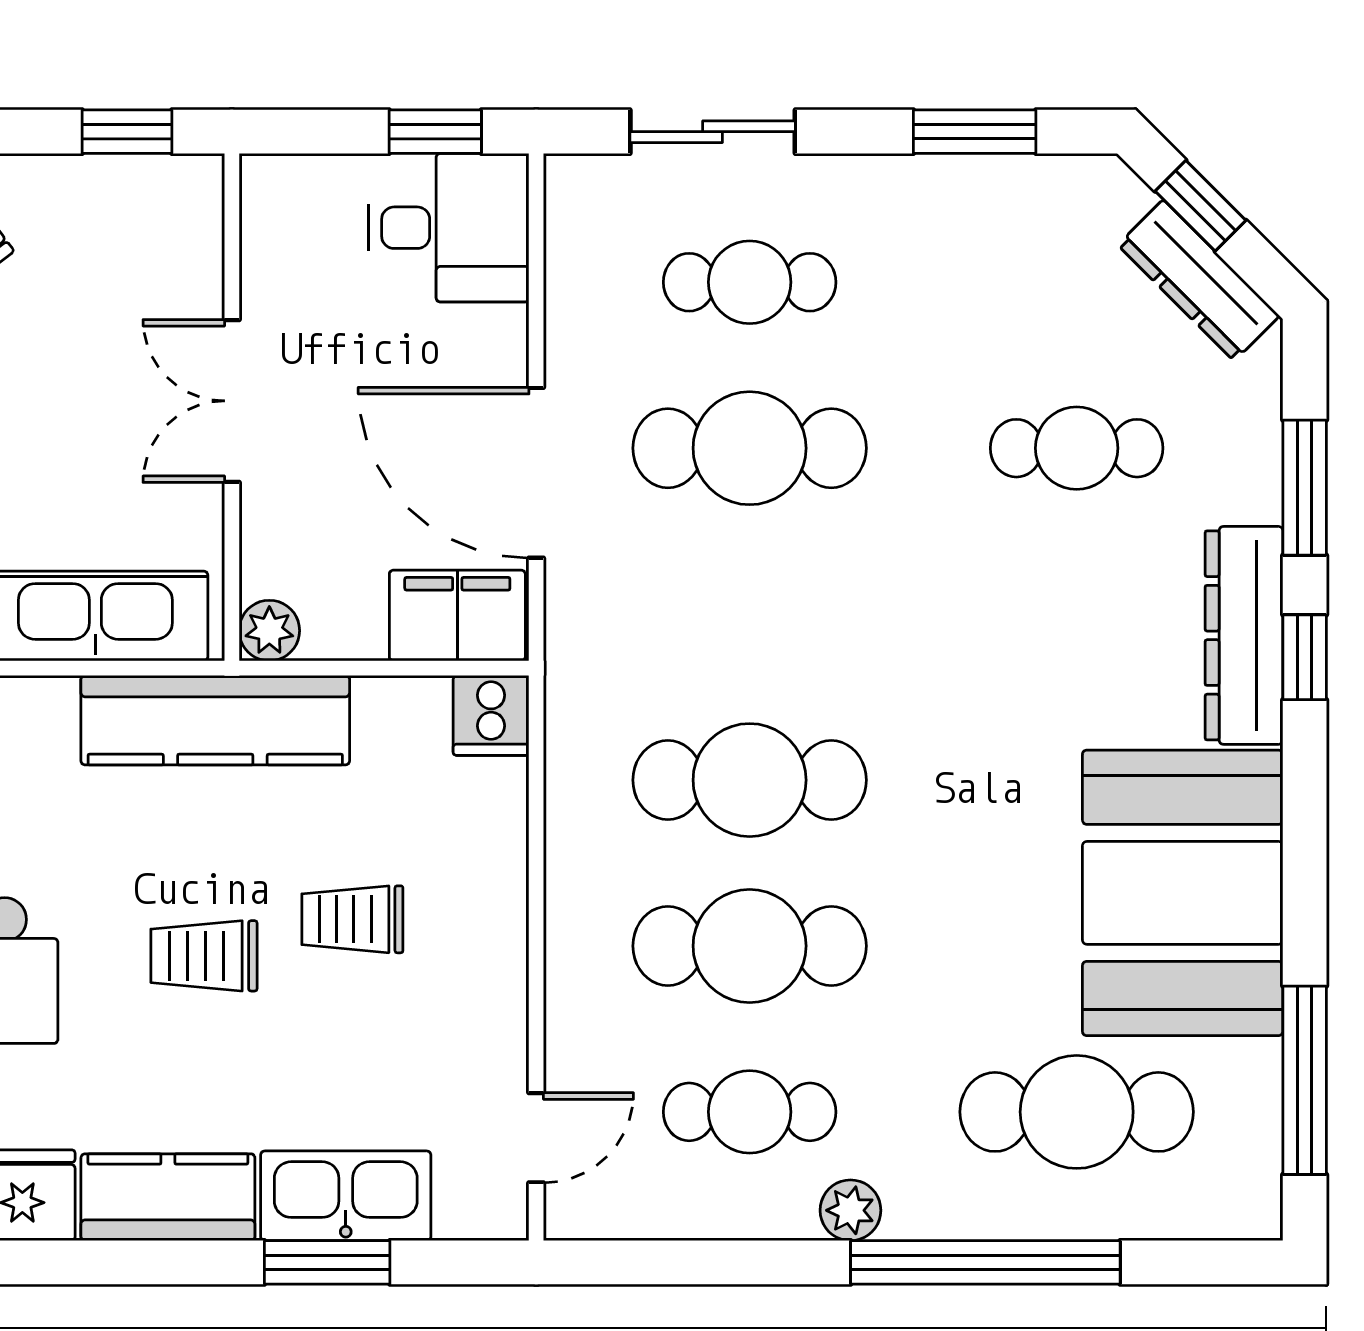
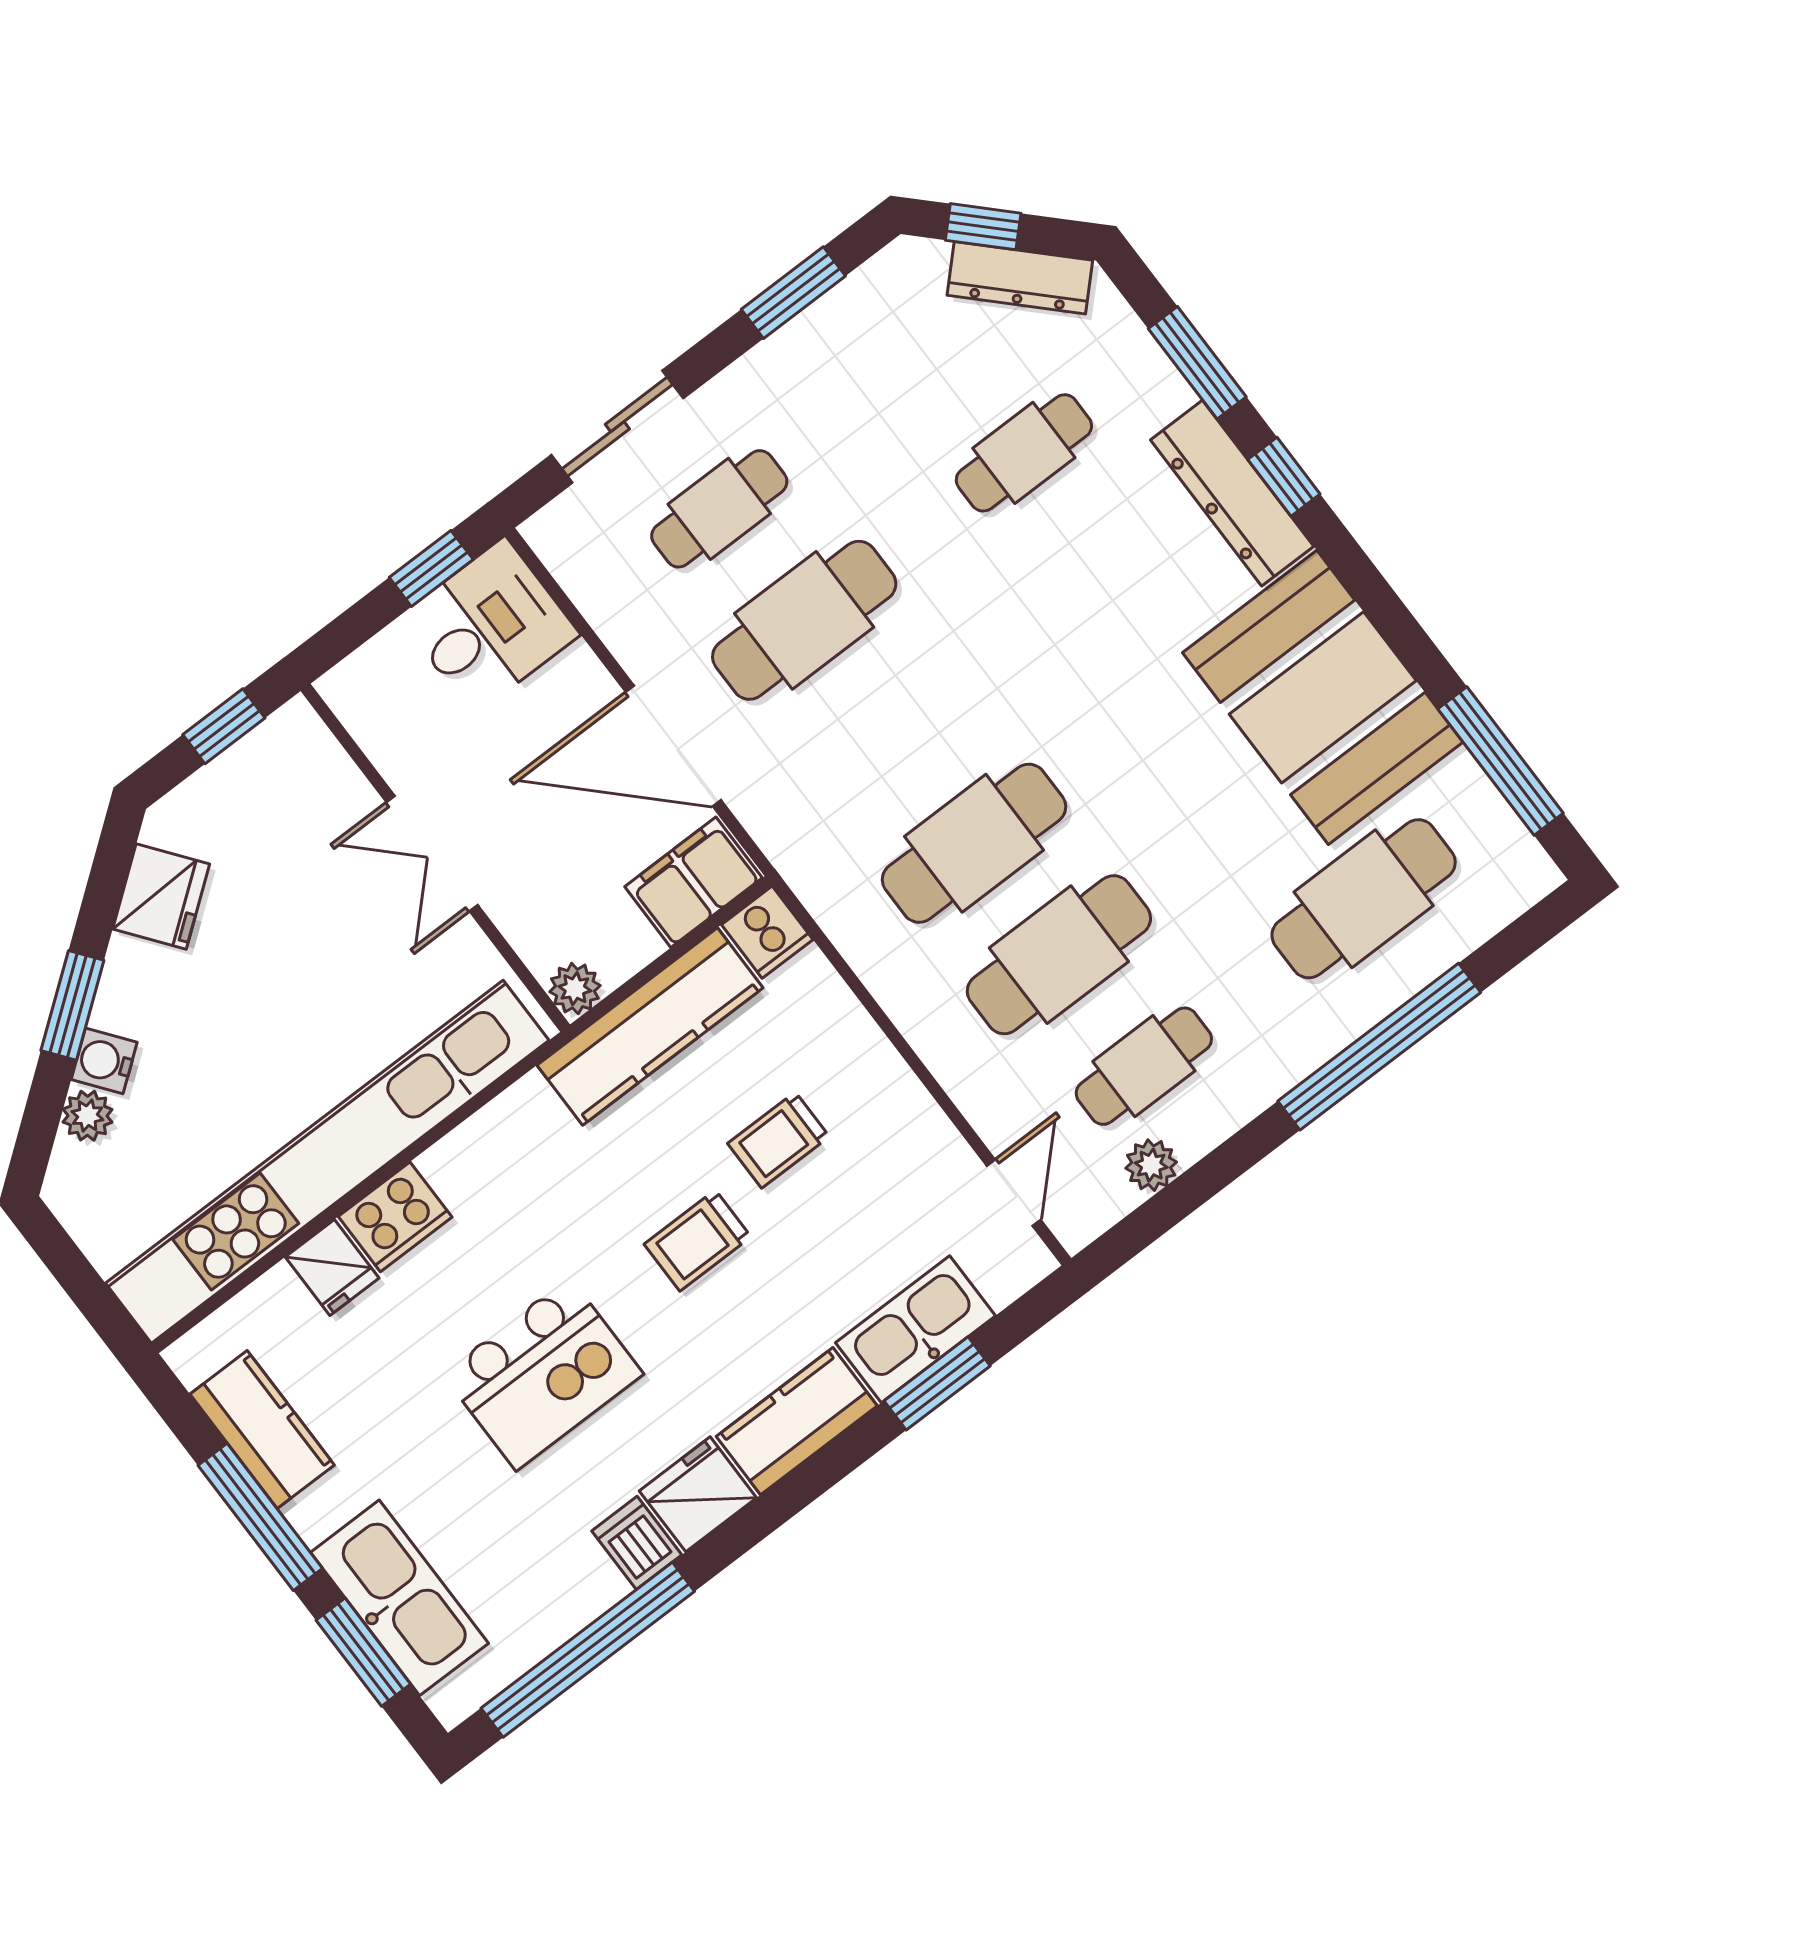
kitchen counter: (215, 720) -> (650, 1026), moved
plant: (850, 1210) -> (1151, 1165), moved

